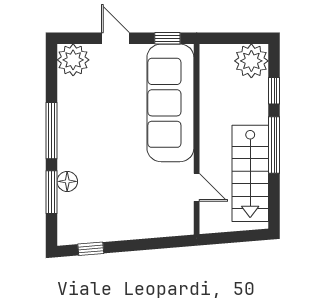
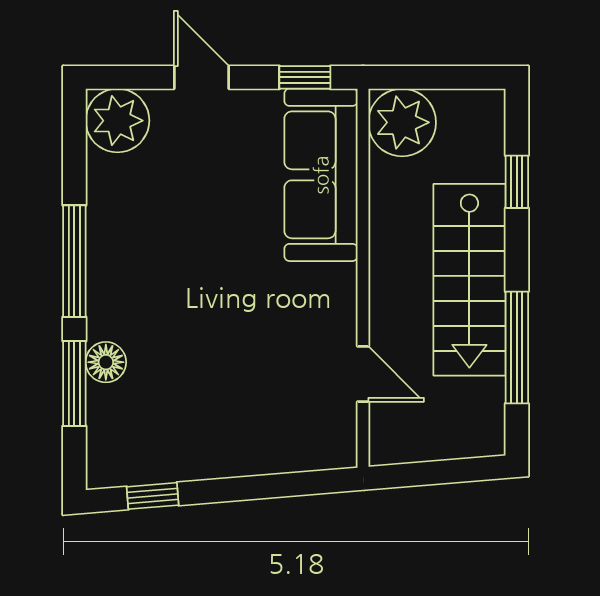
plant: (251, 61) -> (402, 122), moved
sofa: (170, 103) -> (321, 175), width x0.74, depth x0.79
window: (274, 145) -> (517, 348), moved
stairs: (250, 173) -> (469, 280), moved

